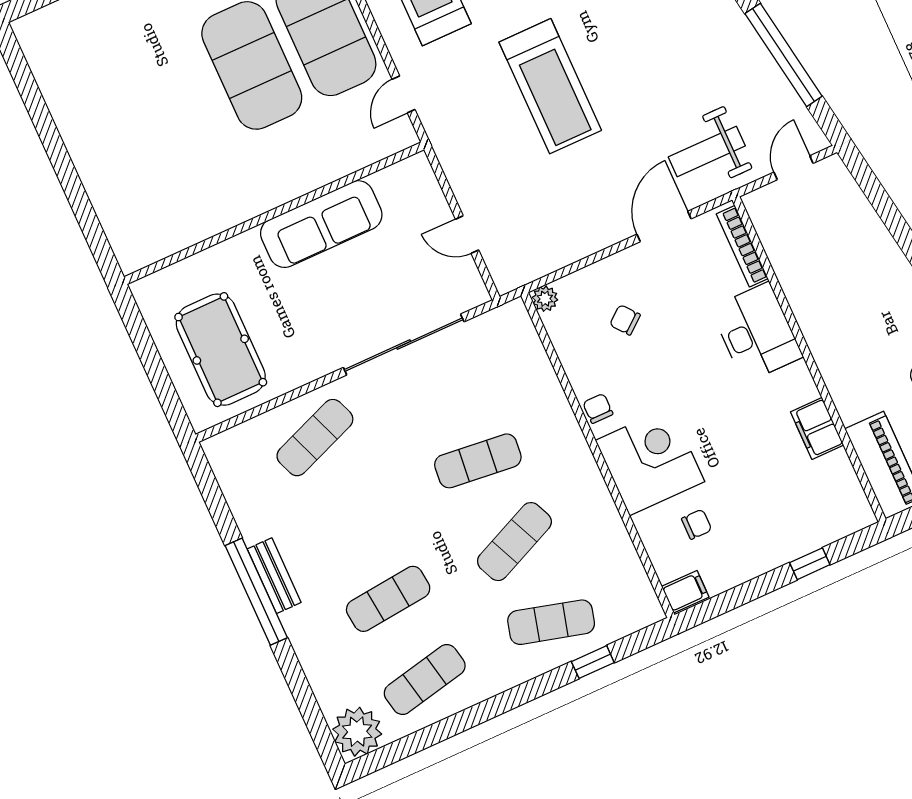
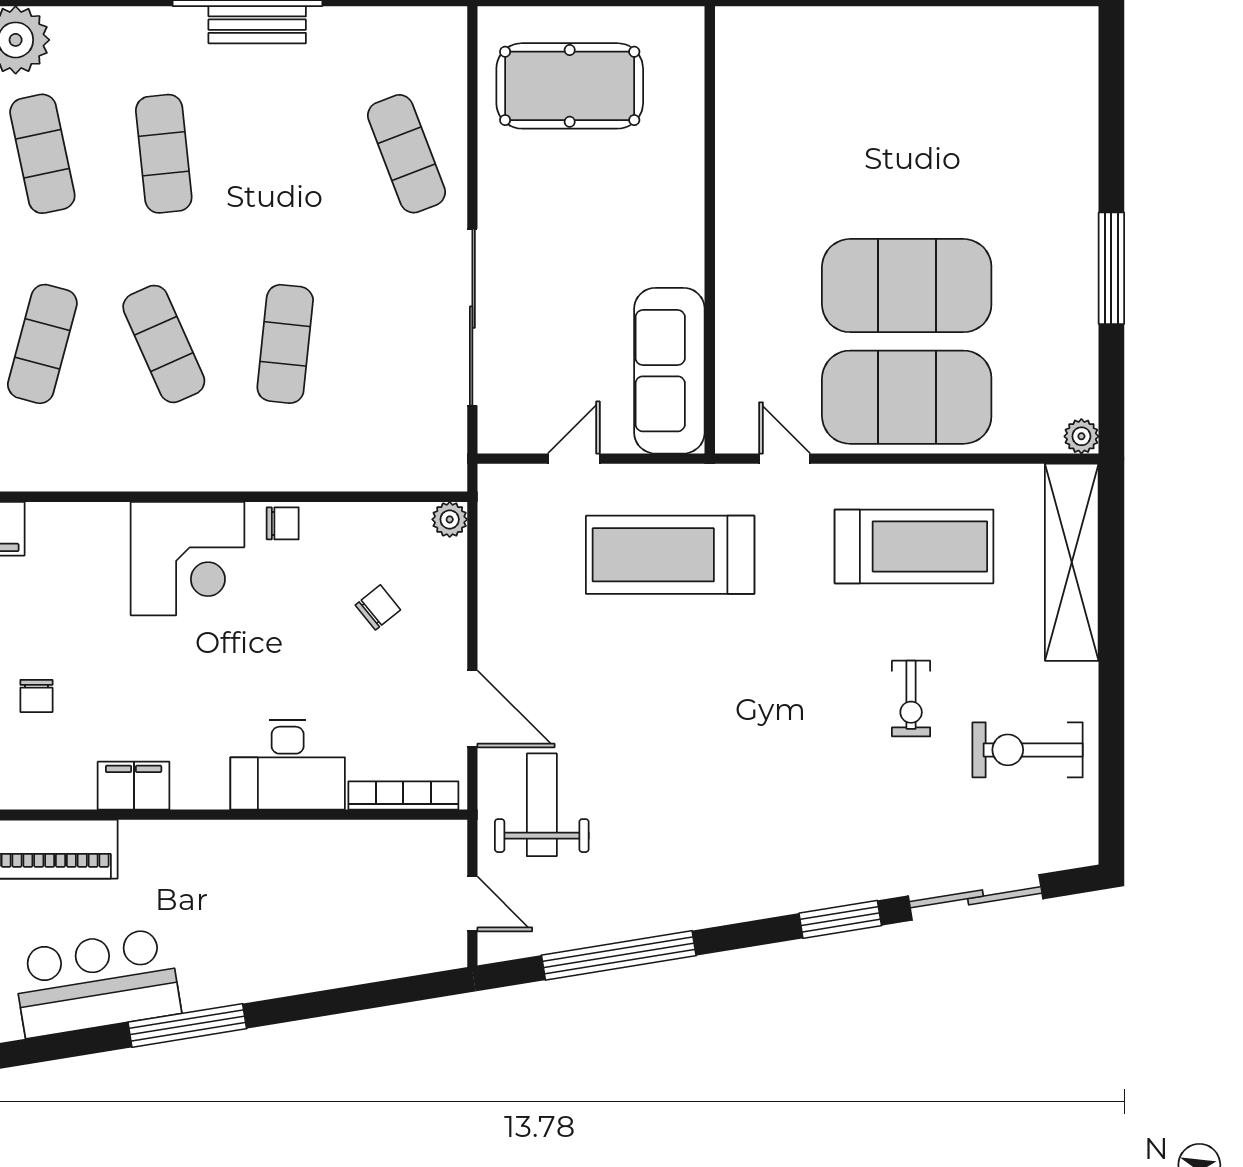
treadmill: (550, 86) -> (670, 555), moved
sofa: (321, 224) -> (669, 371), moved
chair: (697, 524) -> (36, 696), moved

